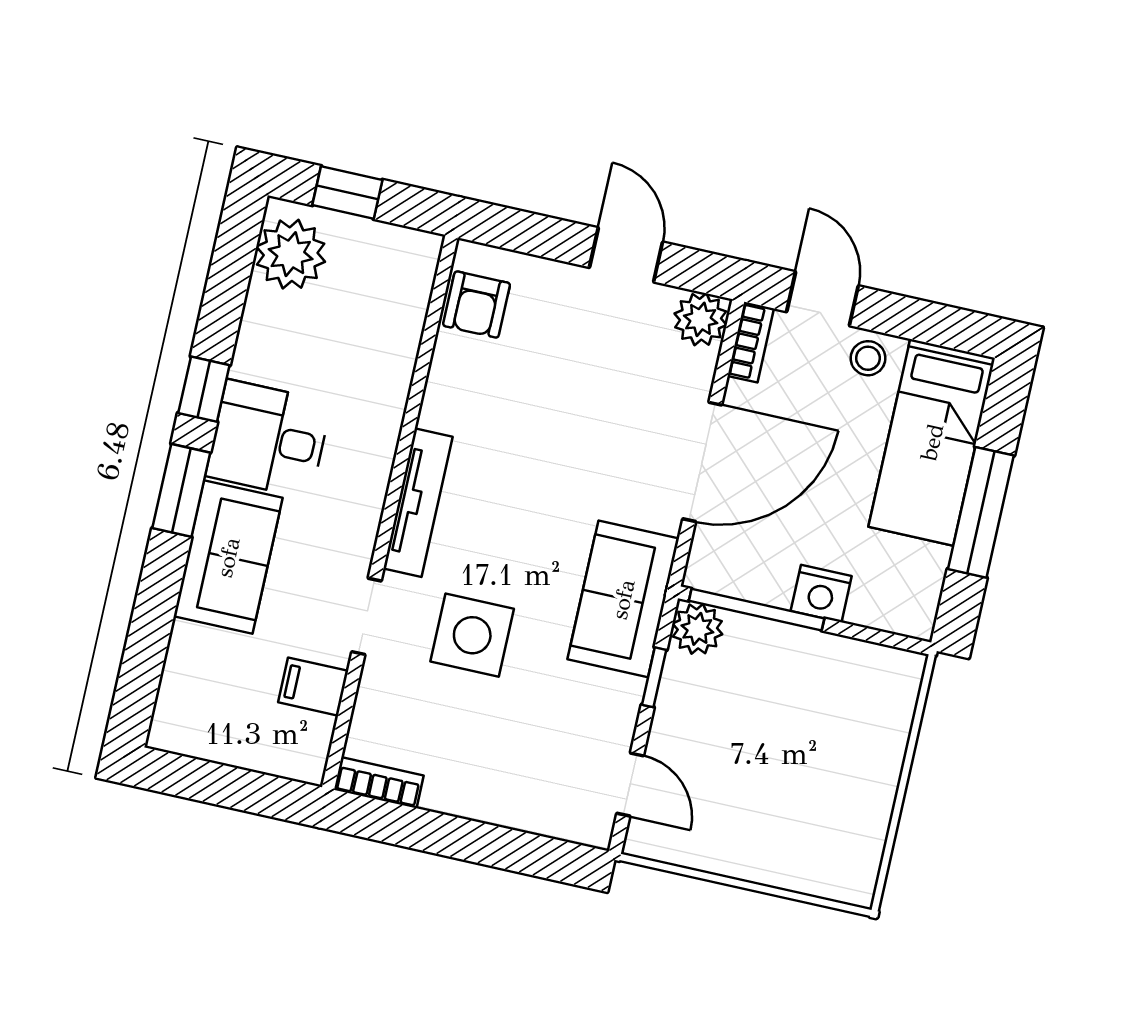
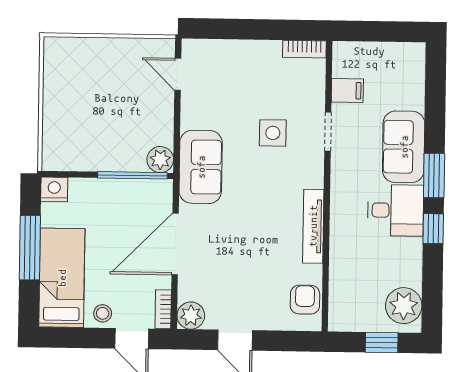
tv unit: (418, 503) -> (313, 226), moved
nightstand: (821, 594) -> (54, 189), moved
side table: (472, 635) -> (273, 133), width x0.73, depth x0.73
window: (654, 677) -> (177, 131), removed

